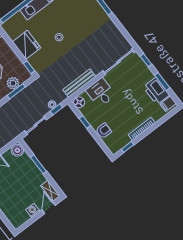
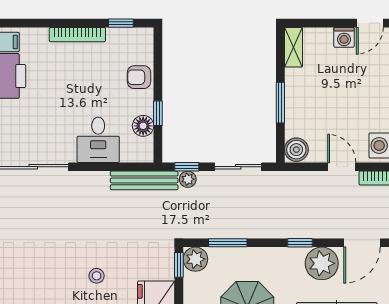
plant: (13, 83) -> (195, 259), moved
bench: (79, 83) -> (144, 180), moved
floor lamp: (79, 102) -> (143, 126), moved
door: (49, 208) -> (370, 23), moved

